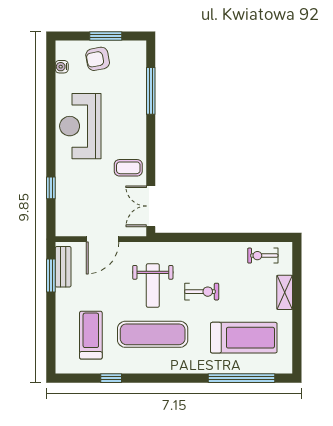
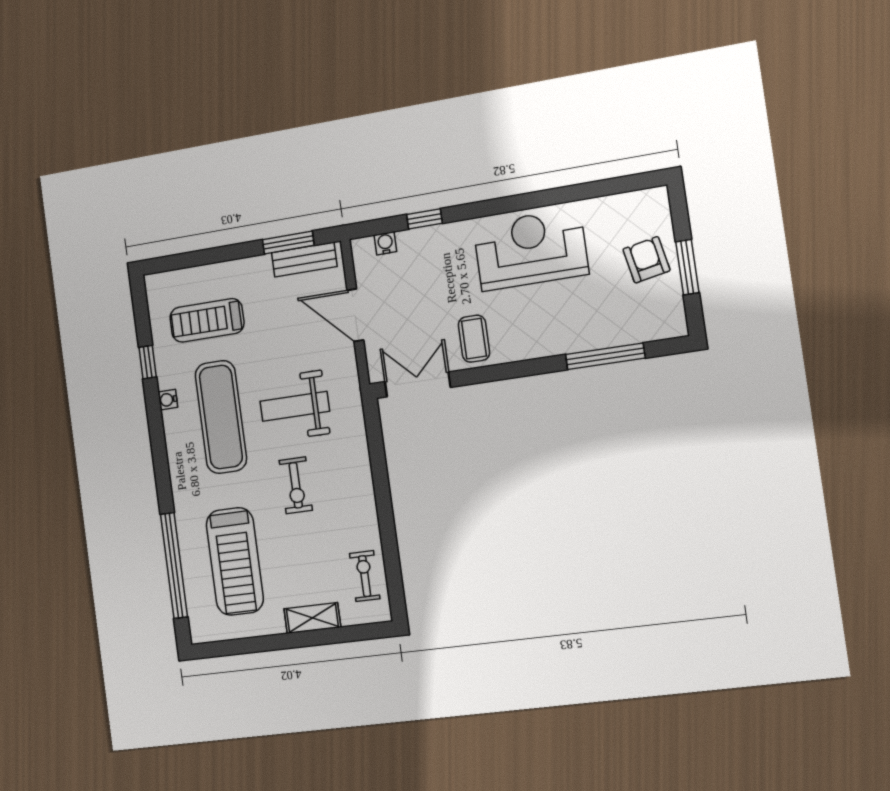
water cooler: (62, 67) -> (385, 243), moved
treadmill: (91, 335) -> (207, 320), turned 180
water cooler: (137, 368) -> (168, 400), added

